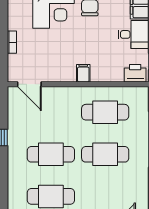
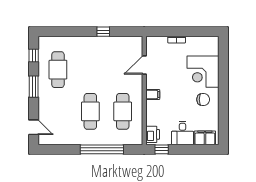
door: (29, 84) -> (144, 65), moved
cafe table: (51, 154) -> (90, 70), removed

